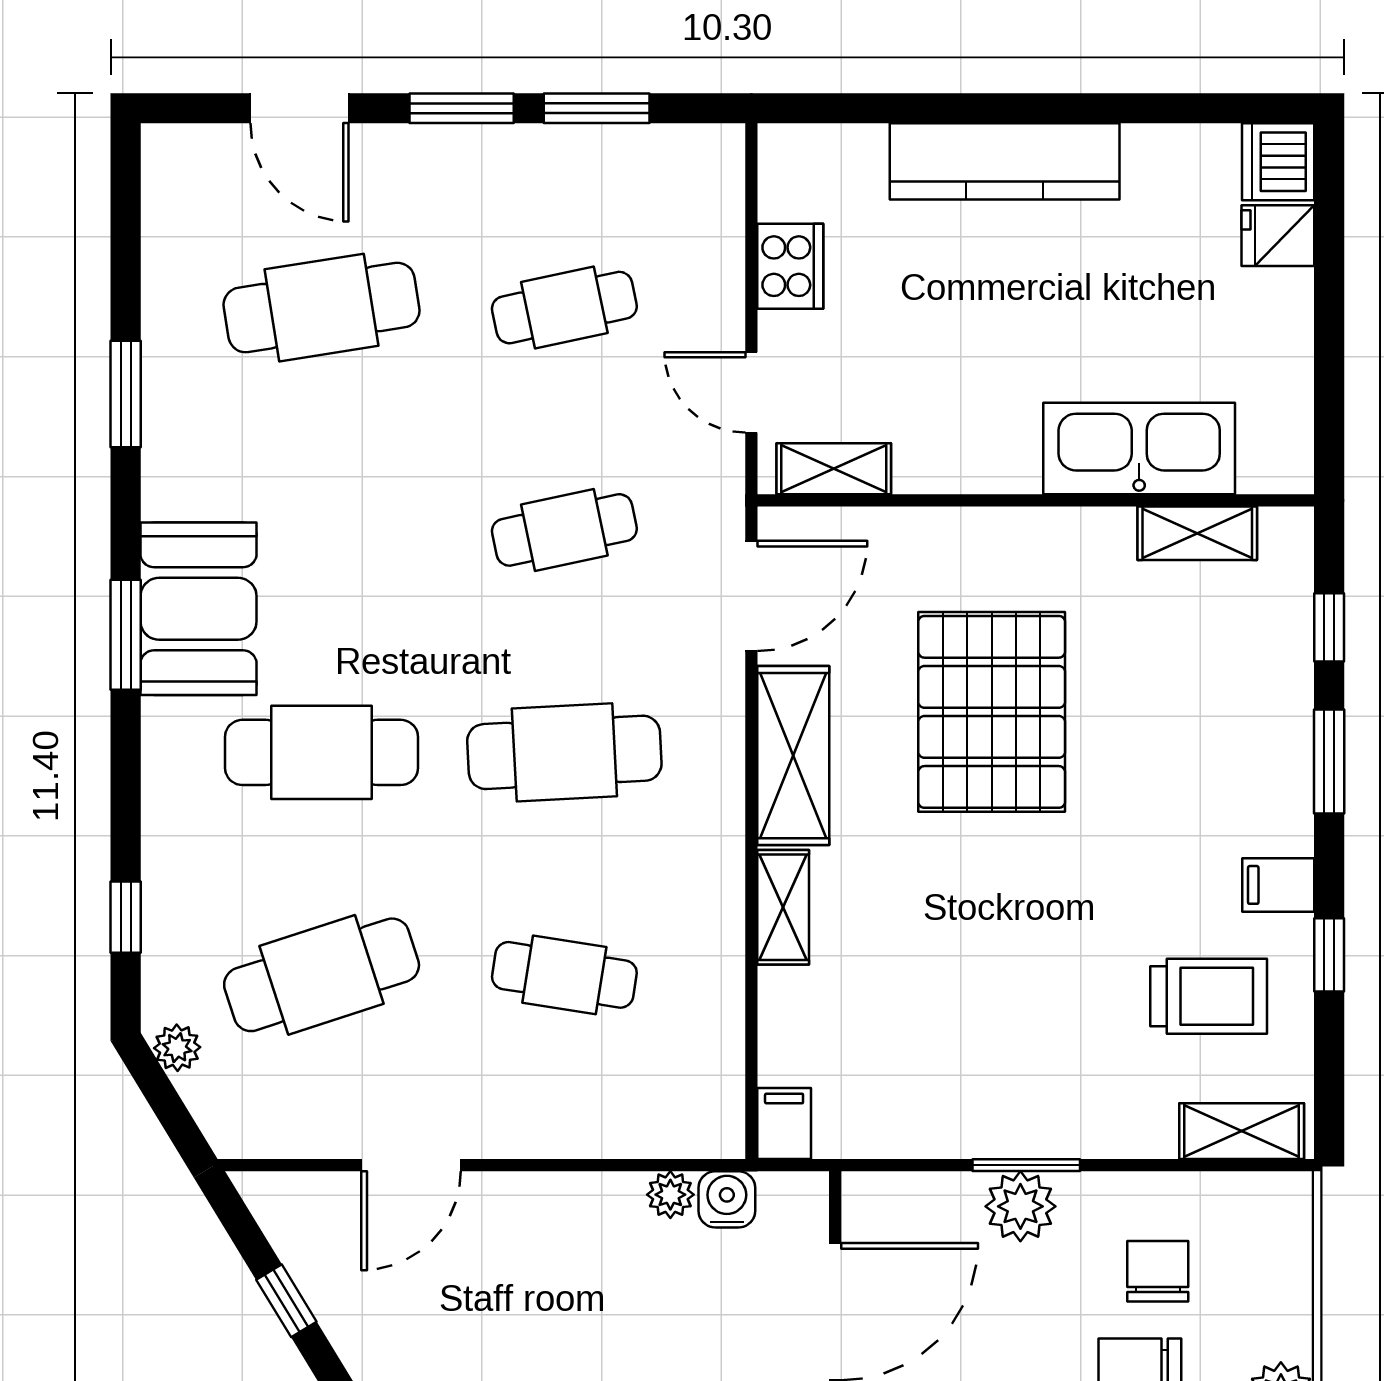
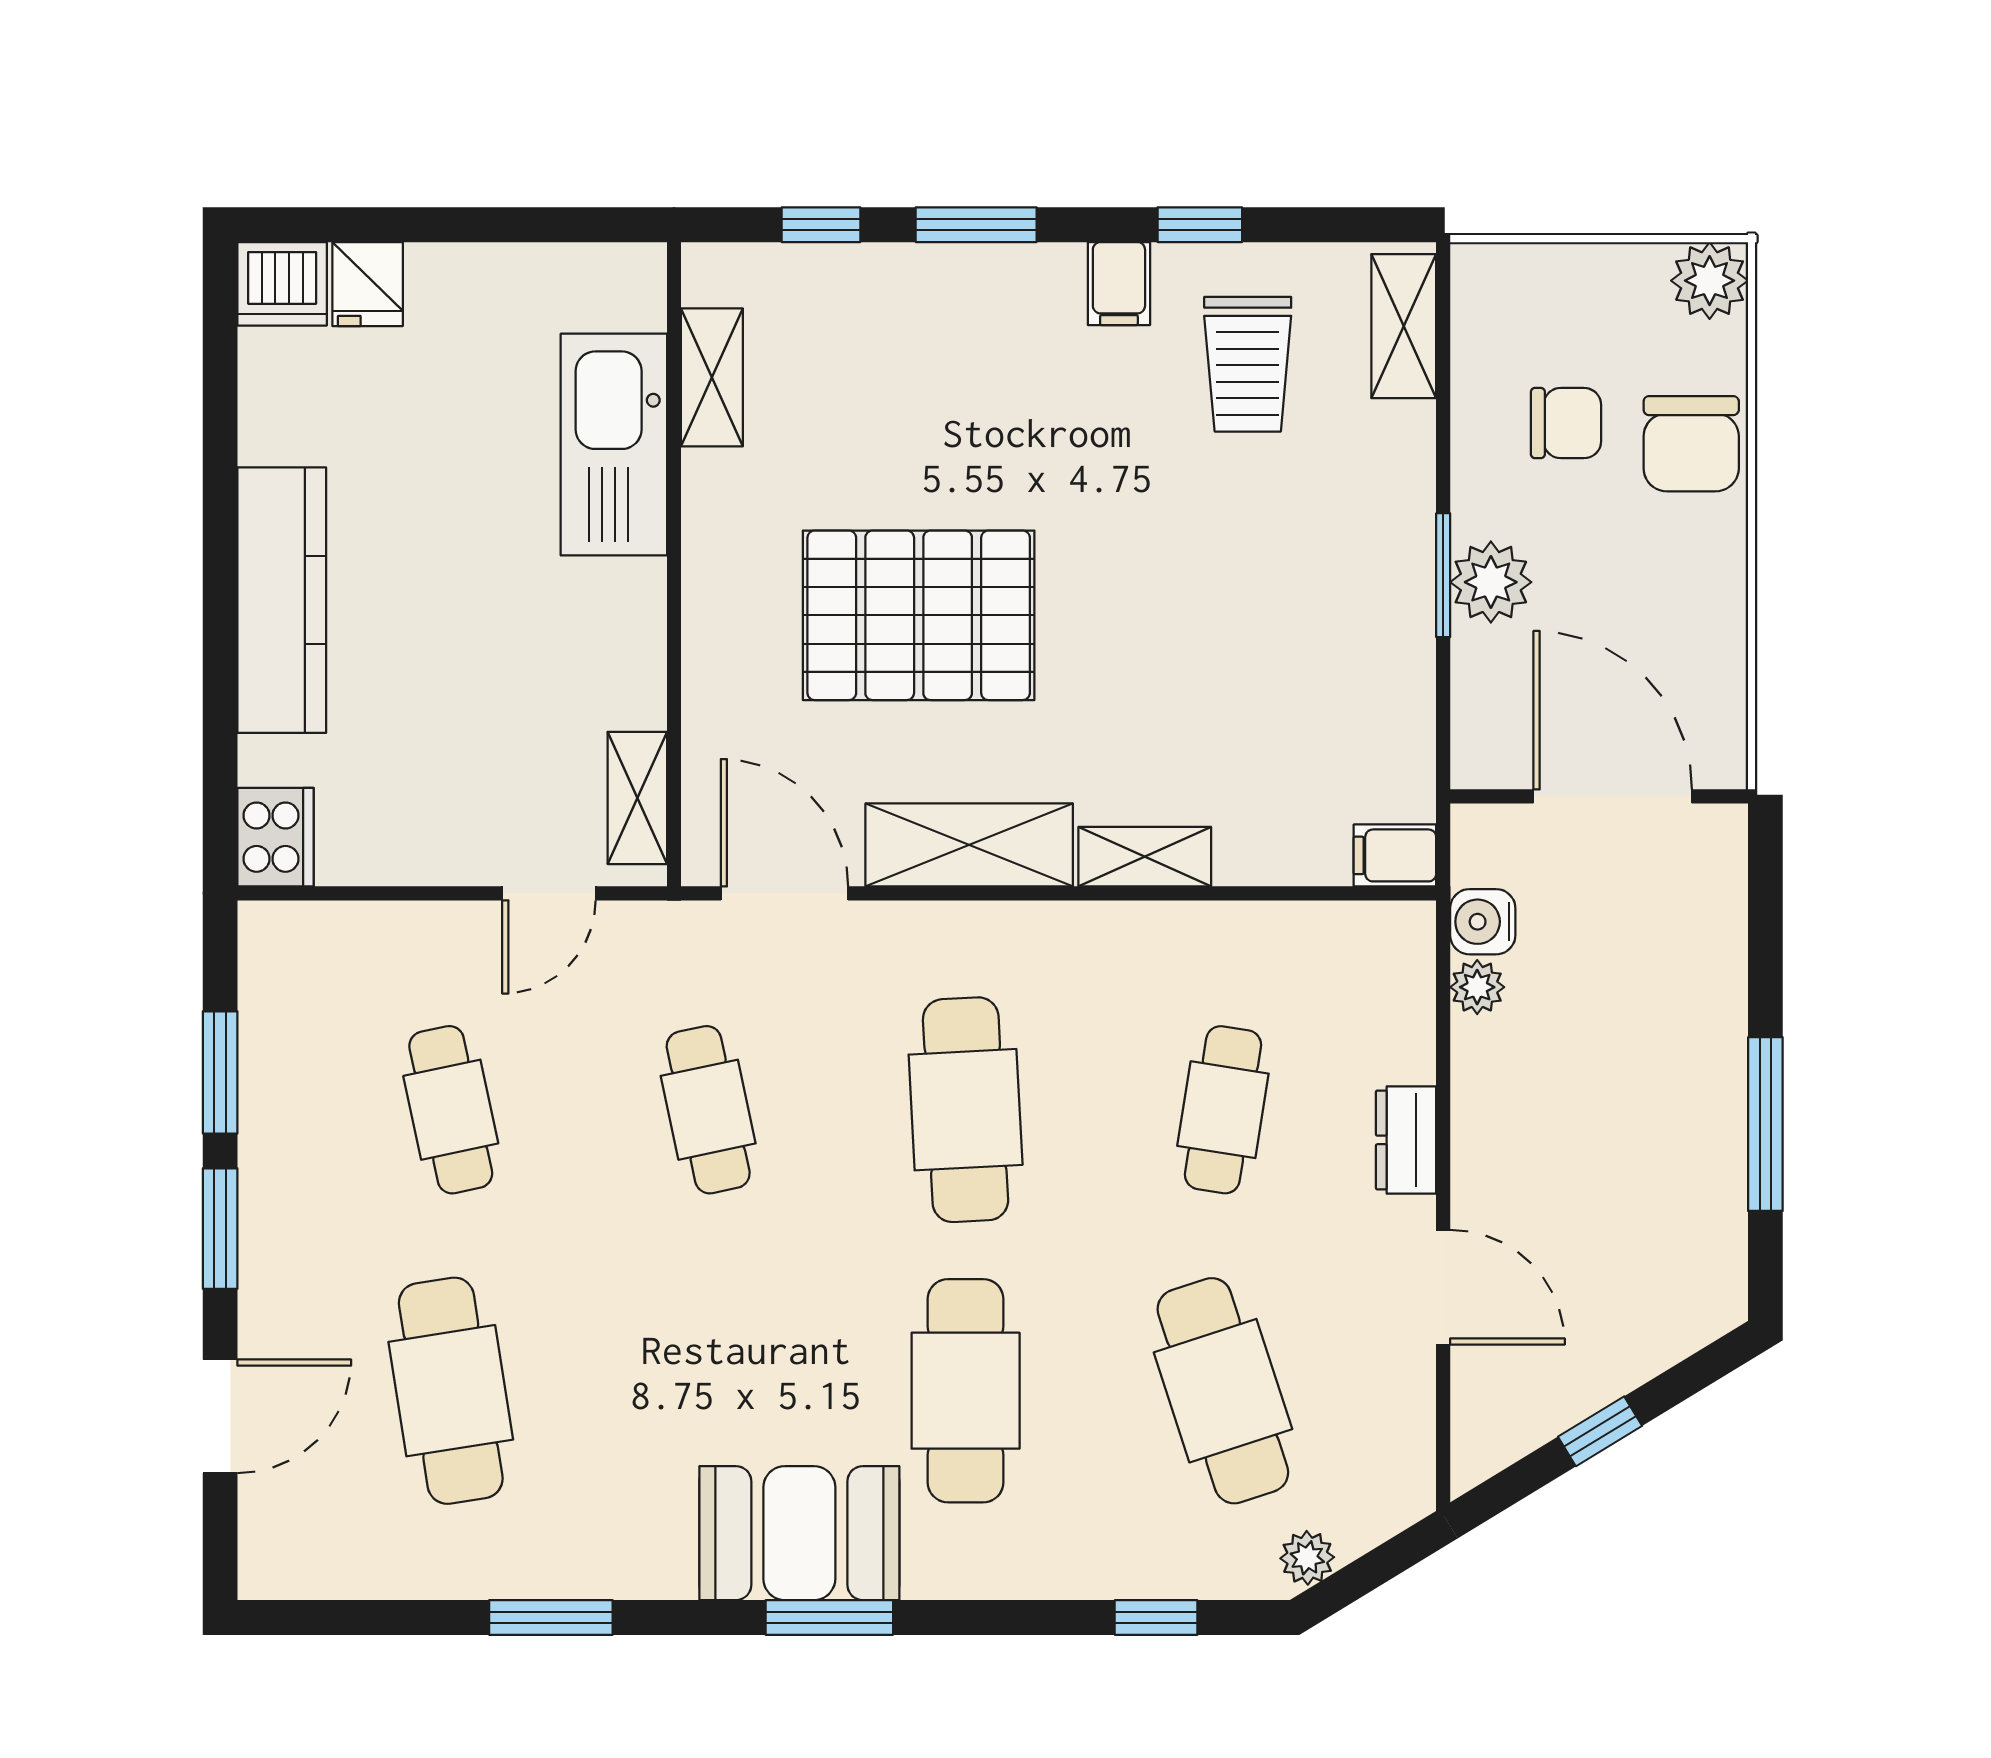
cooker: (790, 266) -> (276, 837), moved, turned 90
trolley: (1209, 996) -> (1248, 364), turned 180
dresser: (538, 1133) -> (1406, 1140), added
chair: (1158, 1271) -> (1566, 423), turned 180

